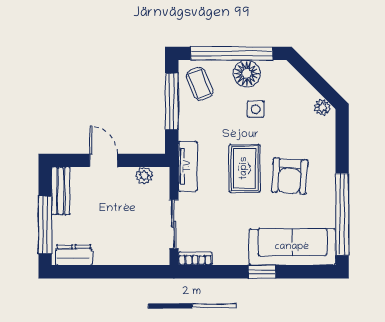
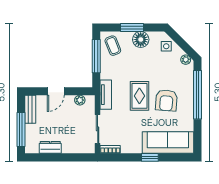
window: (232, 53) -> (132, 28), width x0.47
side table: (256, 109) -> (166, 46), moved
door: (104, 160) -> (56, 91), swing flipped
window: (342, 214) -> (198, 95), moved
dresser: (74, 255) -> (50, 147), moved

